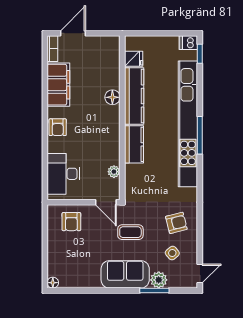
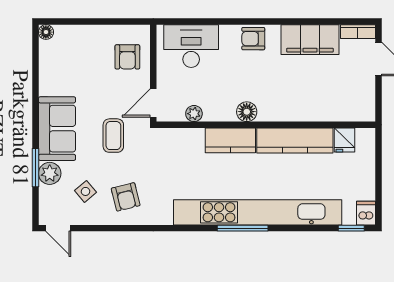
floor lamp: (112, 97) -> (247, 112), moved
armchair: (71, 222) -> (127, 57), turned -90

